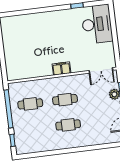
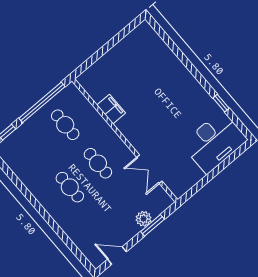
filing cabinet: (61, 69) -> (111, 109), moved
double door: (101, 70) -> (149, 169), moved

